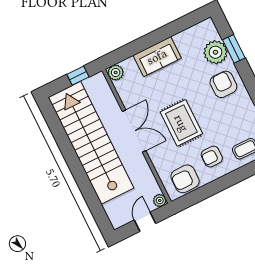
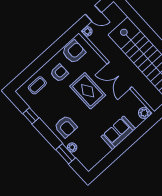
plant: (215, 52) -> (72, 147), width x0.53, depth x0.53
door: (145, 222) -> (93, 13), hinge flipped

